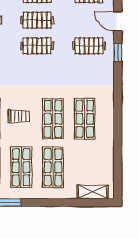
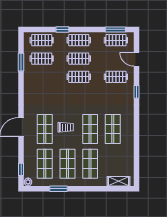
window: (118, 53) -> (136, 92), moved

